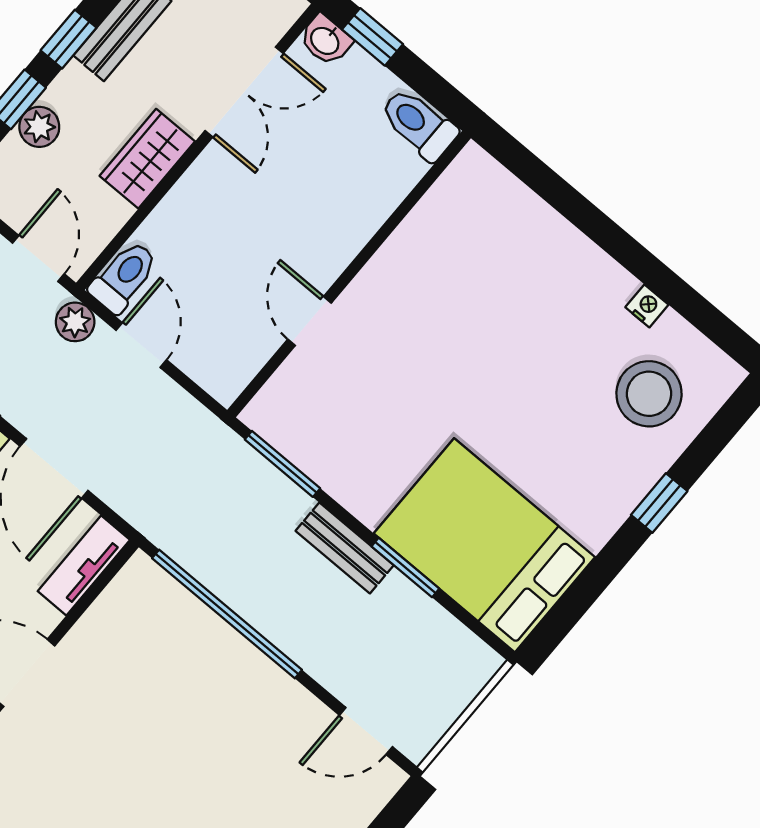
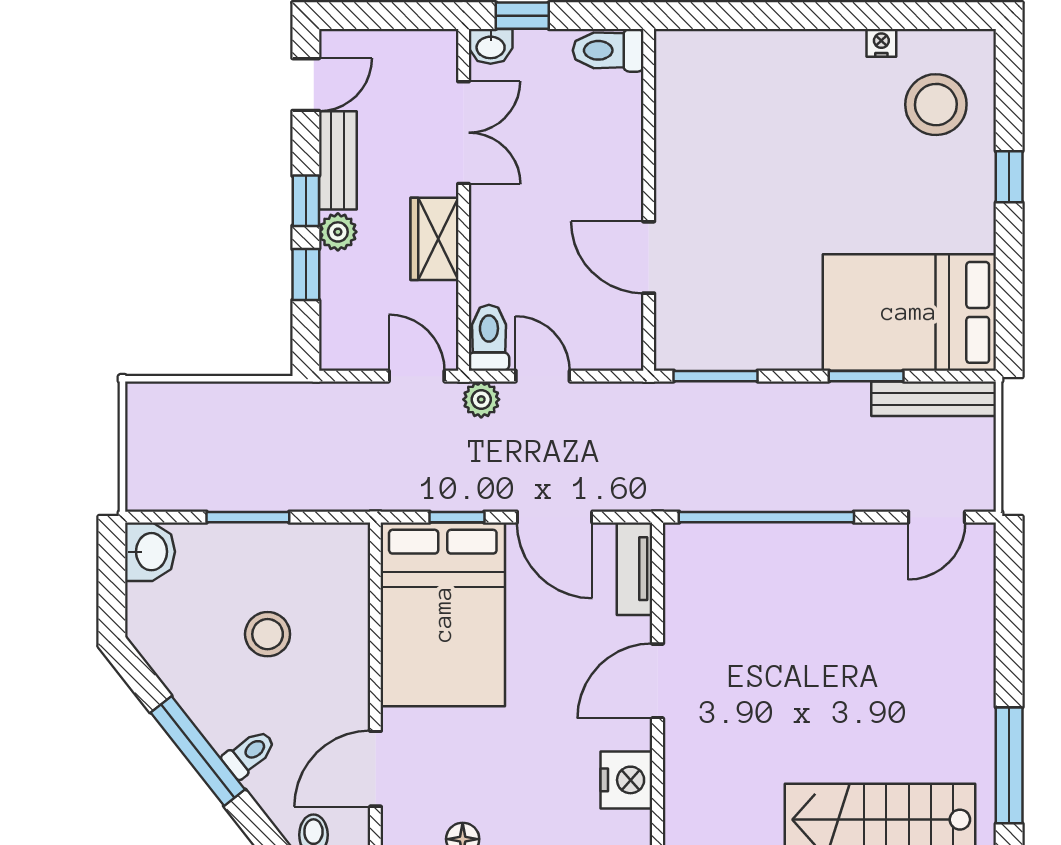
plant: (39, 127) -> (338, 232), moved
door: (309, 321) -> (649, 257), width x1.38
bench: (345, 548) -> (934, 399), moved, width x1.36

